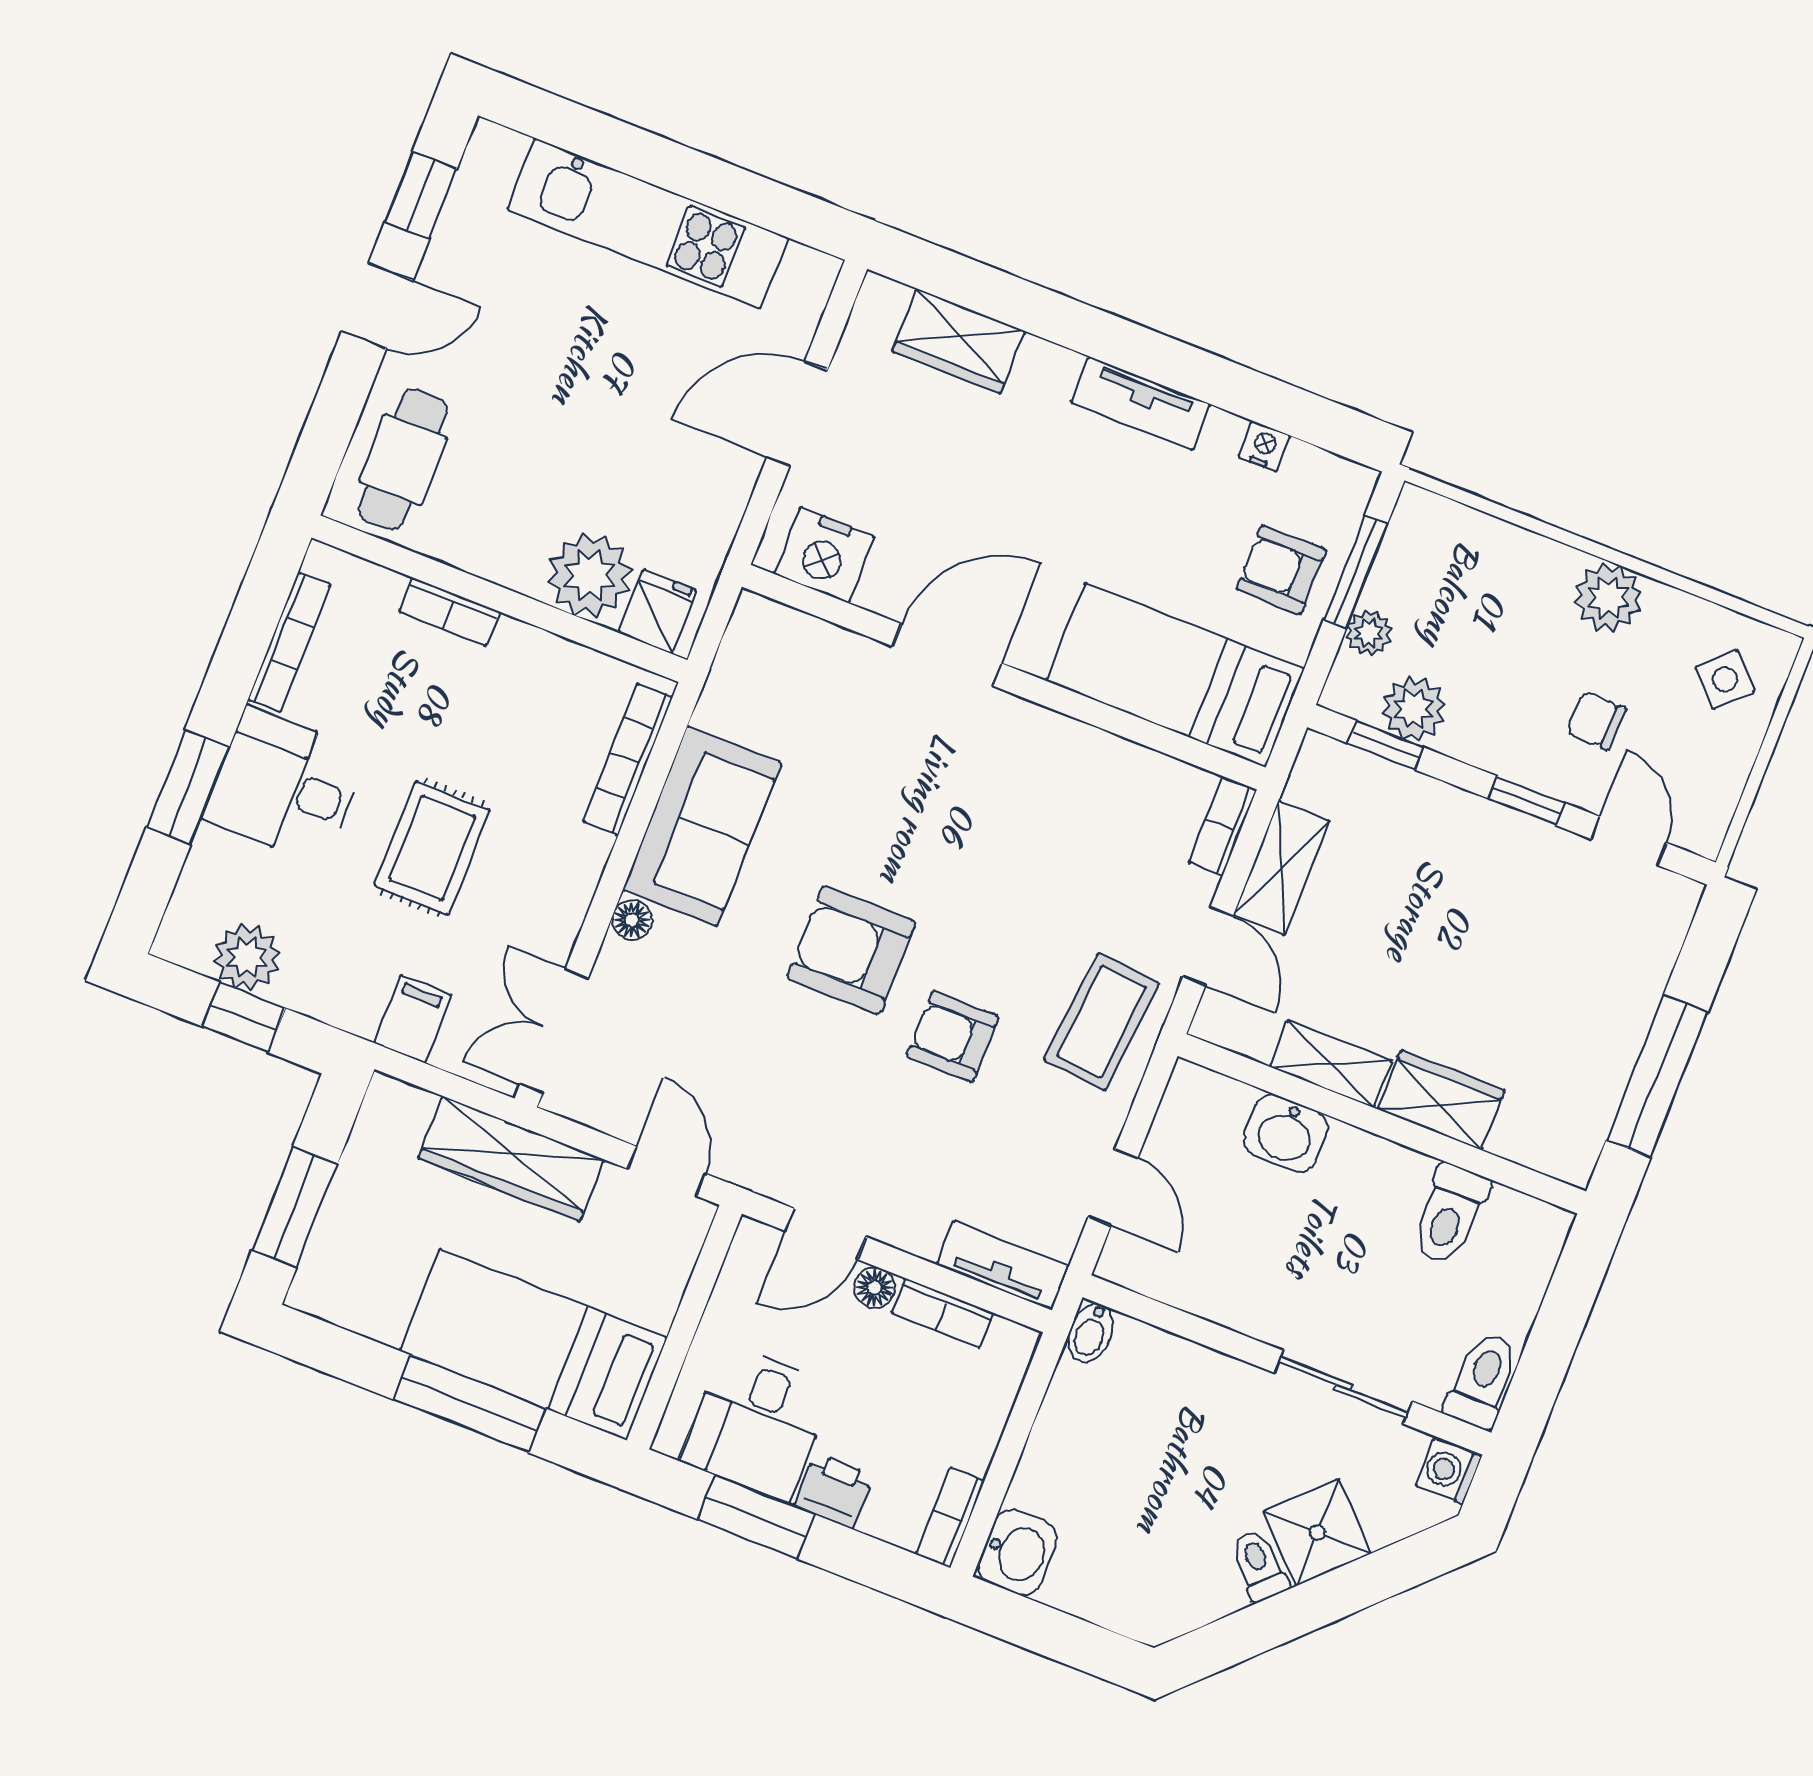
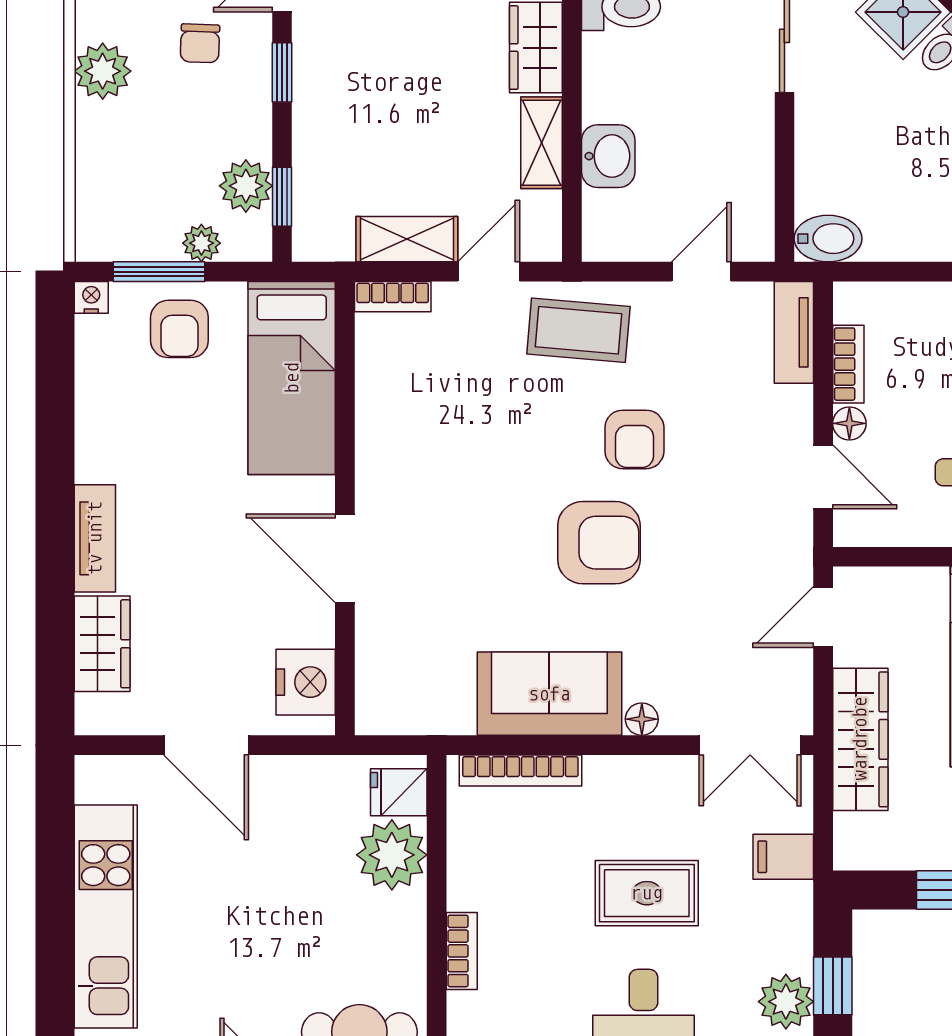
tv unit: (1141, 403) -> (95, 538), moved
nightstand: (1264, 446) -> (91, 297), moved, turned 90
armchair: (851, 950) -> (599, 543), turned -90
bidet: (1091, 1333) -> (828, 239), width x1.38, depth x1.36

